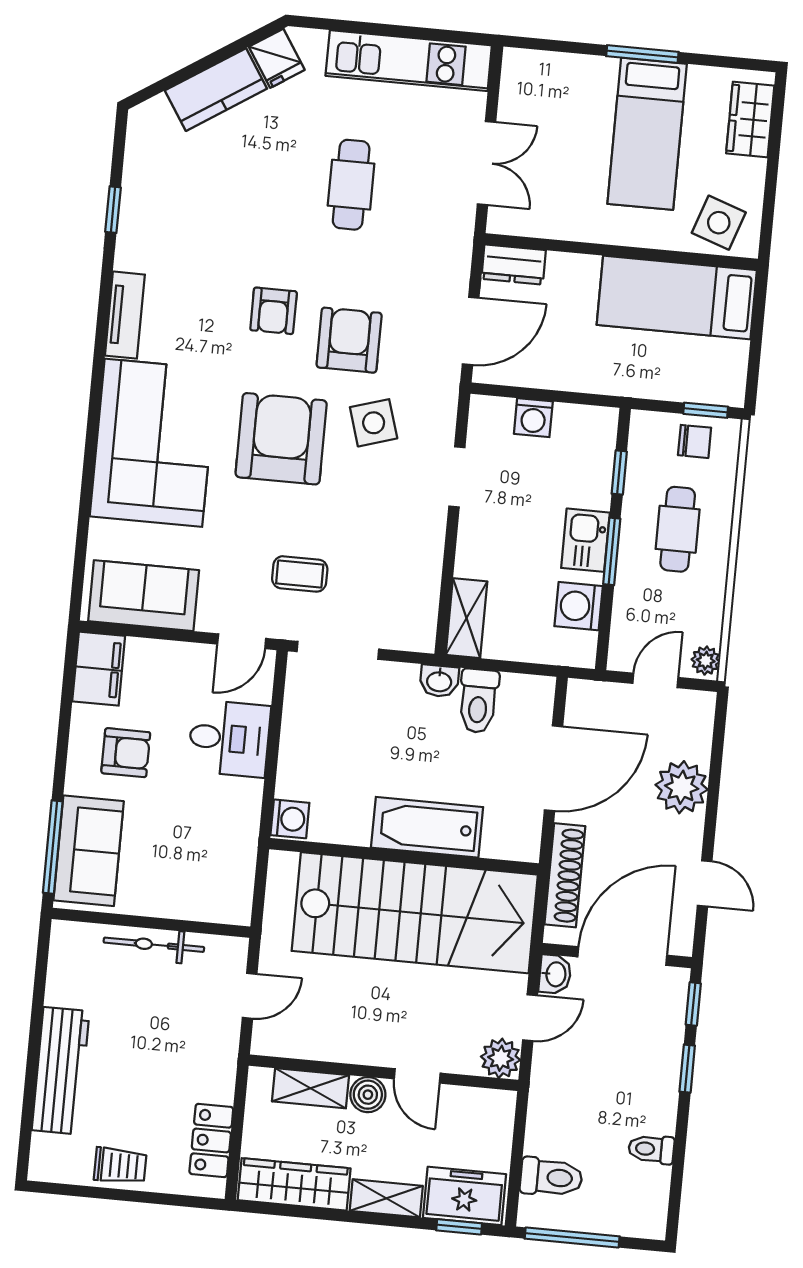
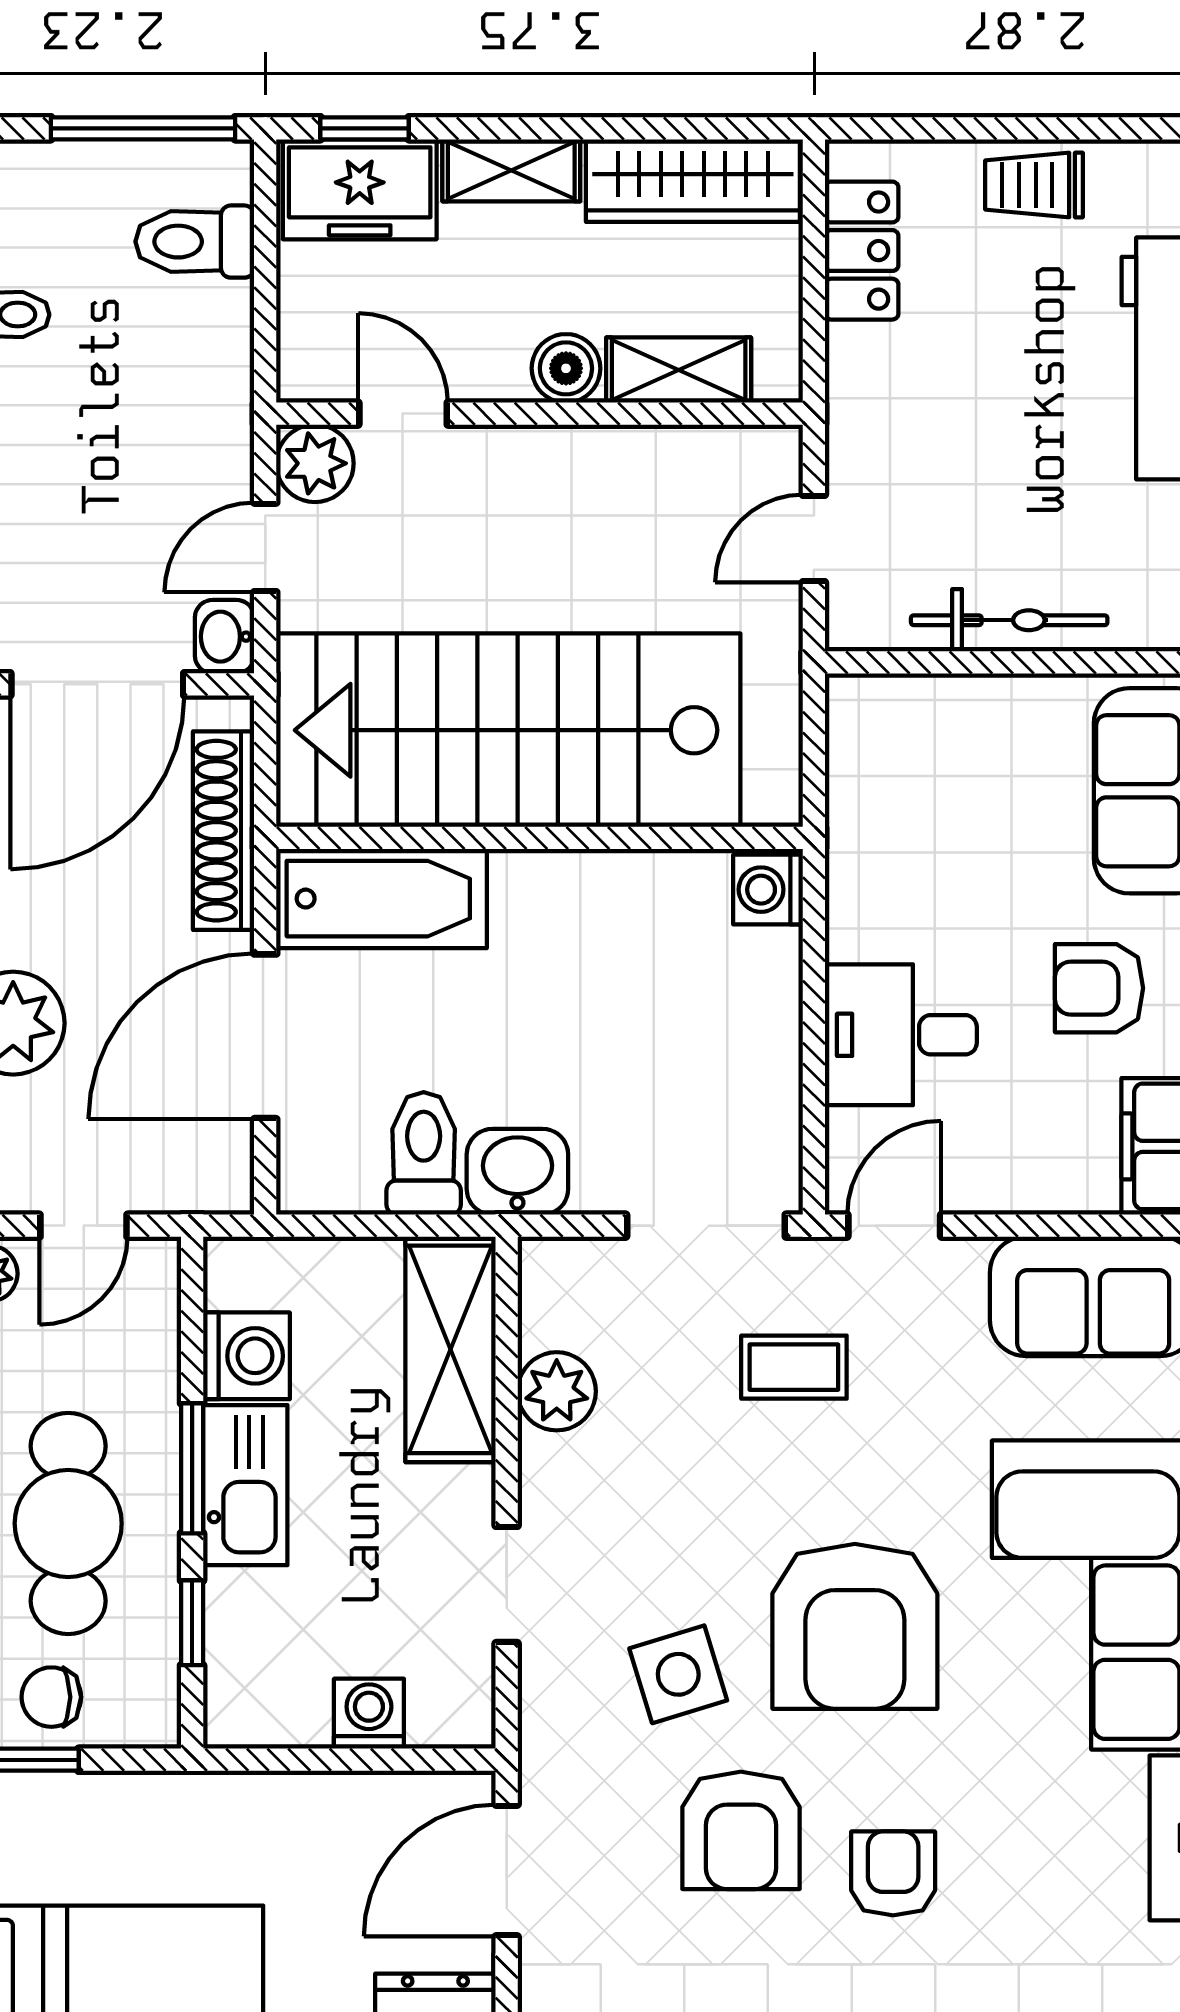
cafe table: (678, 529) -> (68, 1523), width x1.37, depth x1.35
kitchen sink: (585, 540) -> (245, 1485), width x1.38
plant: (422, 573) -> (557, 1391), added
shelving: (467, 618) -> (451, 1349), width x1.50, depth x1.33
washbasin: (439, 681) -> (517, 1172), width x1.38, depth x1.45
bathtub: (427, 827) -> (381, 899), moved
door: (417, 1076) -> (403, 414), moved

